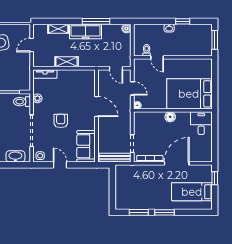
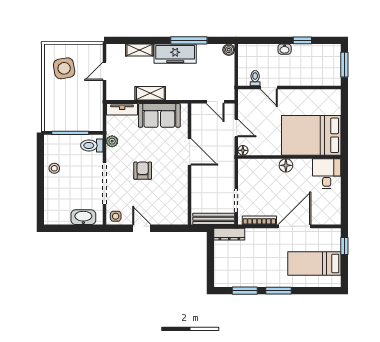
sofa: (86, 146) -> (159, 115), moved, turned -90
dresser: (127, 169) -> (229, 234), added

